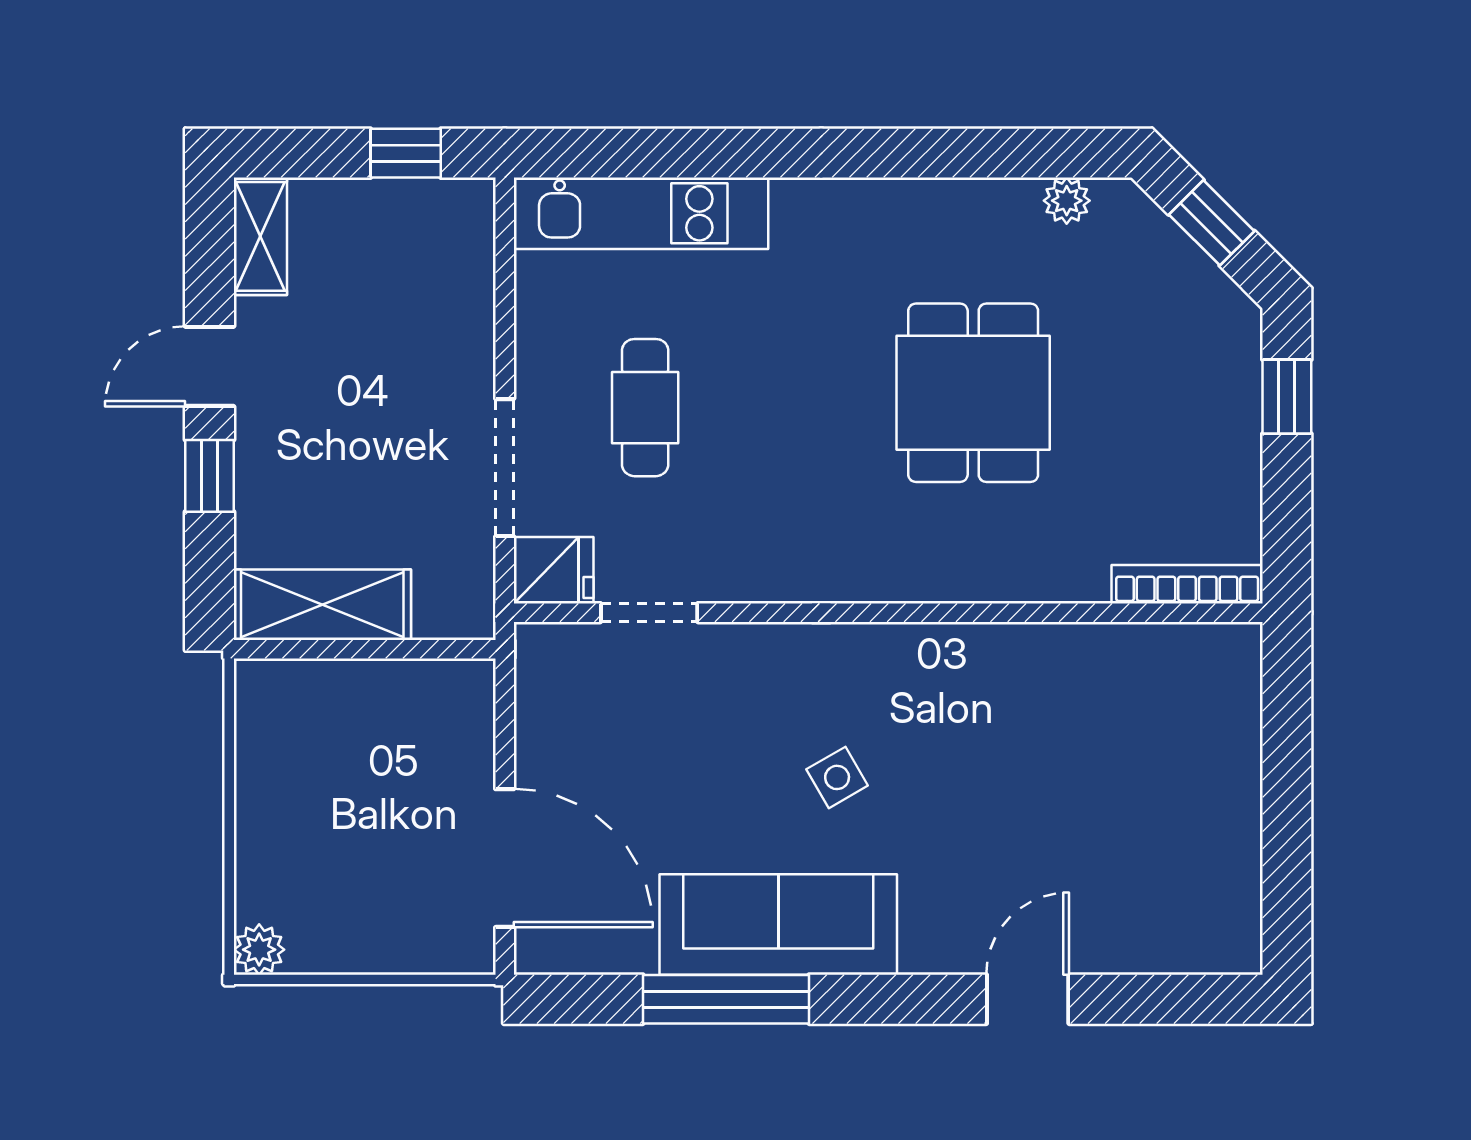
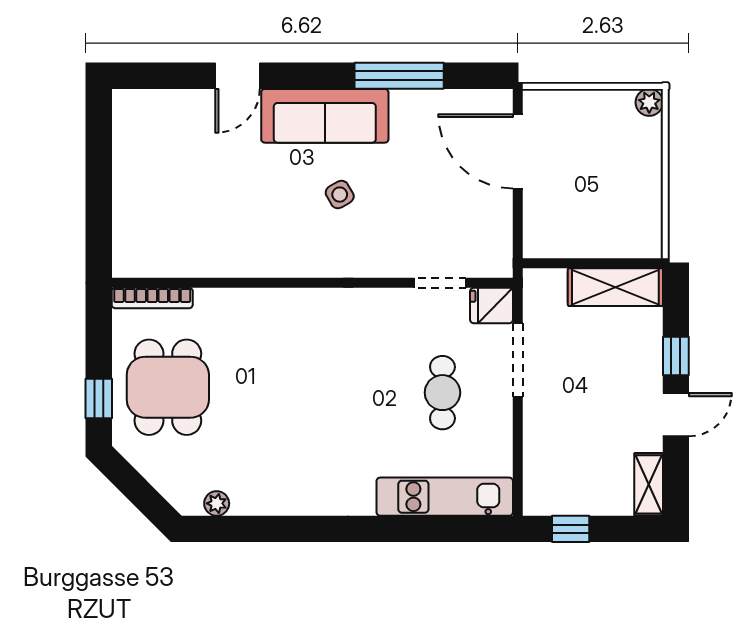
window: (1212, 223) -> (139, 492), removed
dining table: (973, 393) -> (168, 387), moved
sofa: (778, 924) -> (325, 116), moved

